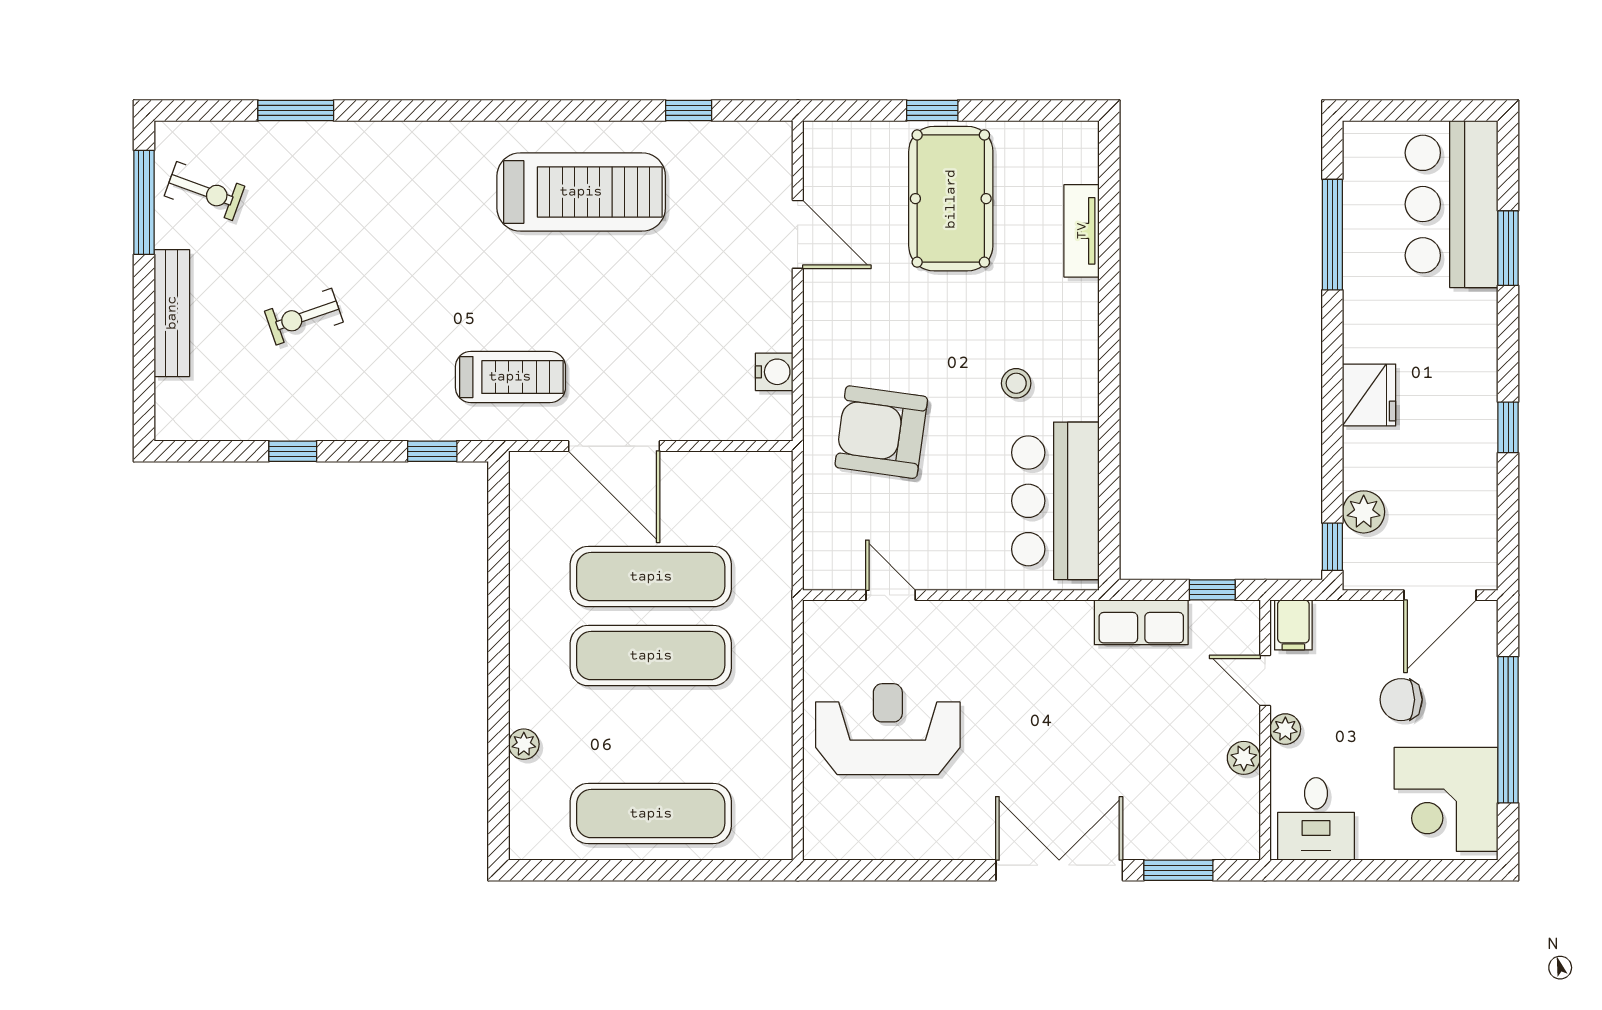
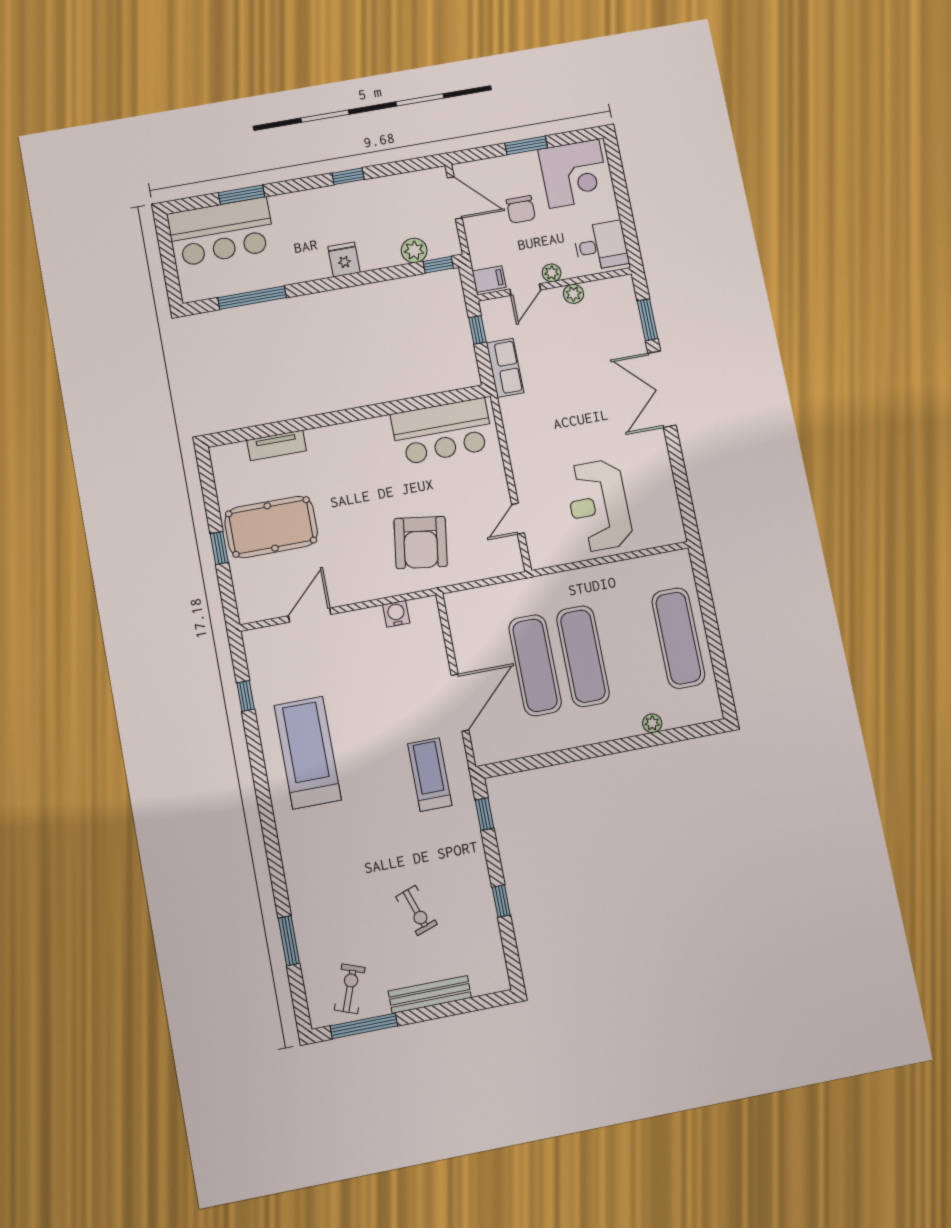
stool: (1016, 383) -> (376, 467), removed
fridge: (1369, 395) -> (344, 259), width x0.72
window: (1508, 730) -> (526, 145), width x0.47

